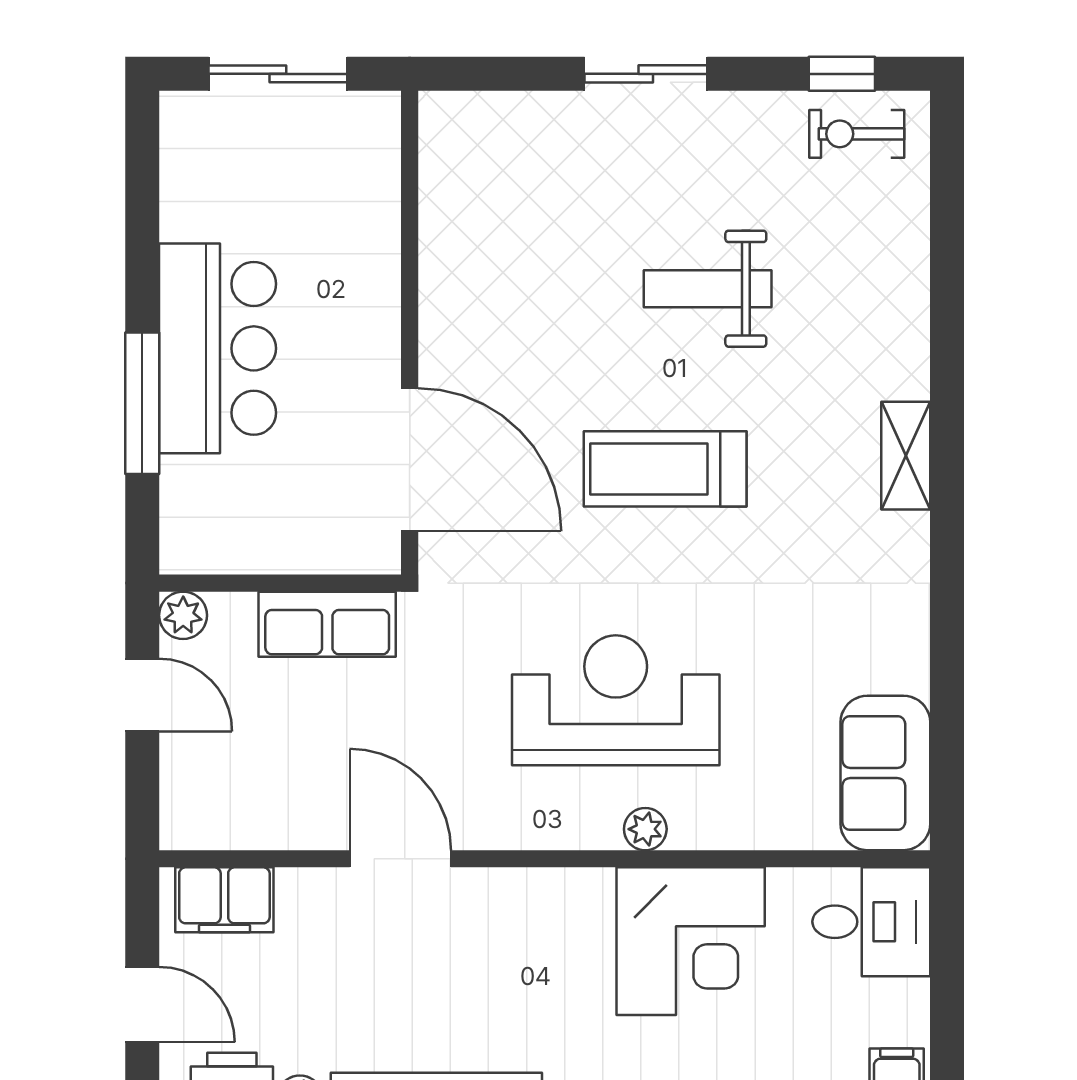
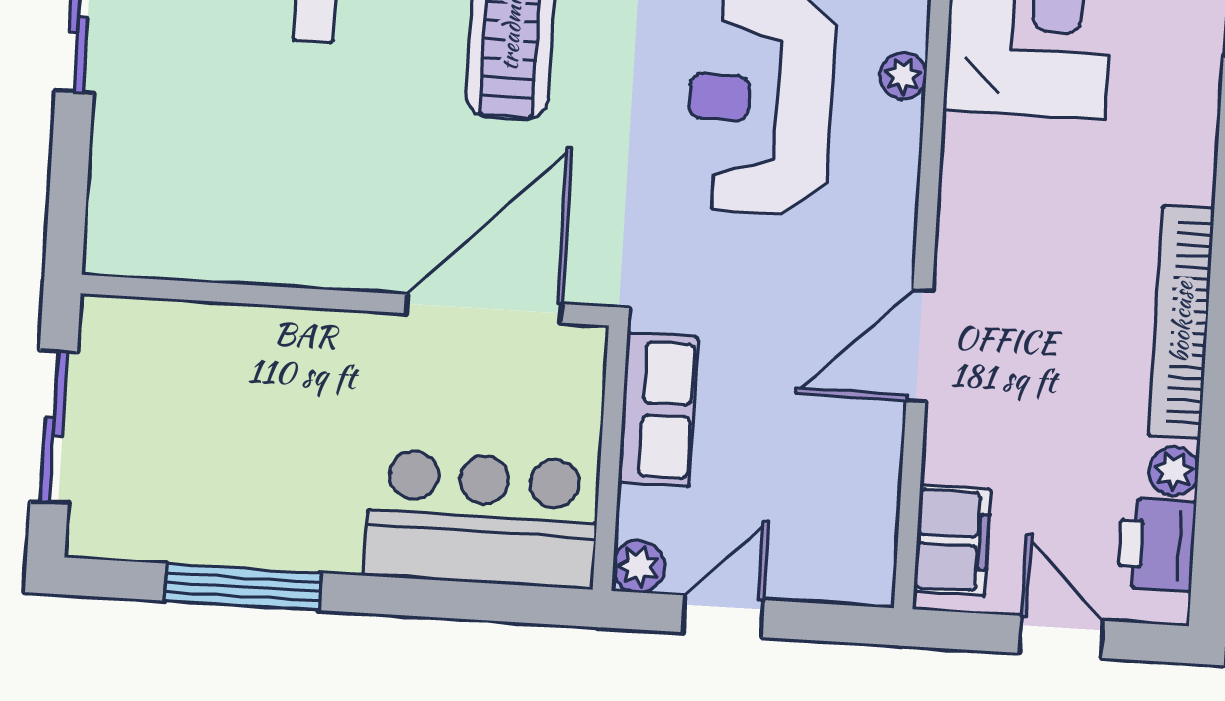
bar counter: (218, 348) -> (482, 519), moved
window: (142, 403) -> (243, 587), moved
door: (142, 1004) -> (1061, 637), hinge flipped

